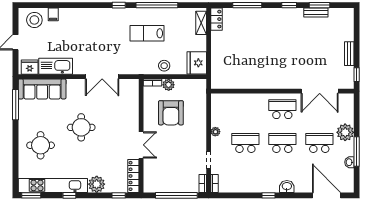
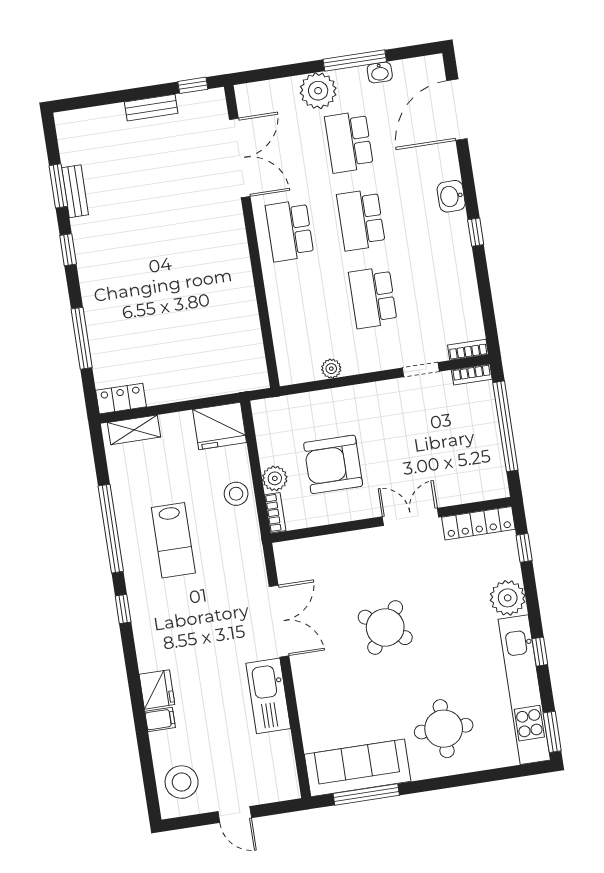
filing cabinet: (53, 14) -> (160, 719), moved
kitchen sink: (56, 66) -> (268, 696), moved
fridge: (30, 67) -> (157, 689), moved, turned 180
sofa: (42, 89) -> (358, 768), moved, turned -90
armchair: (171, 113) -> (333, 464), turned 180
round table: (81, 127) -> (385, 627), moved, turned 36
plant: (215, 132) -> (331, 369), moved

